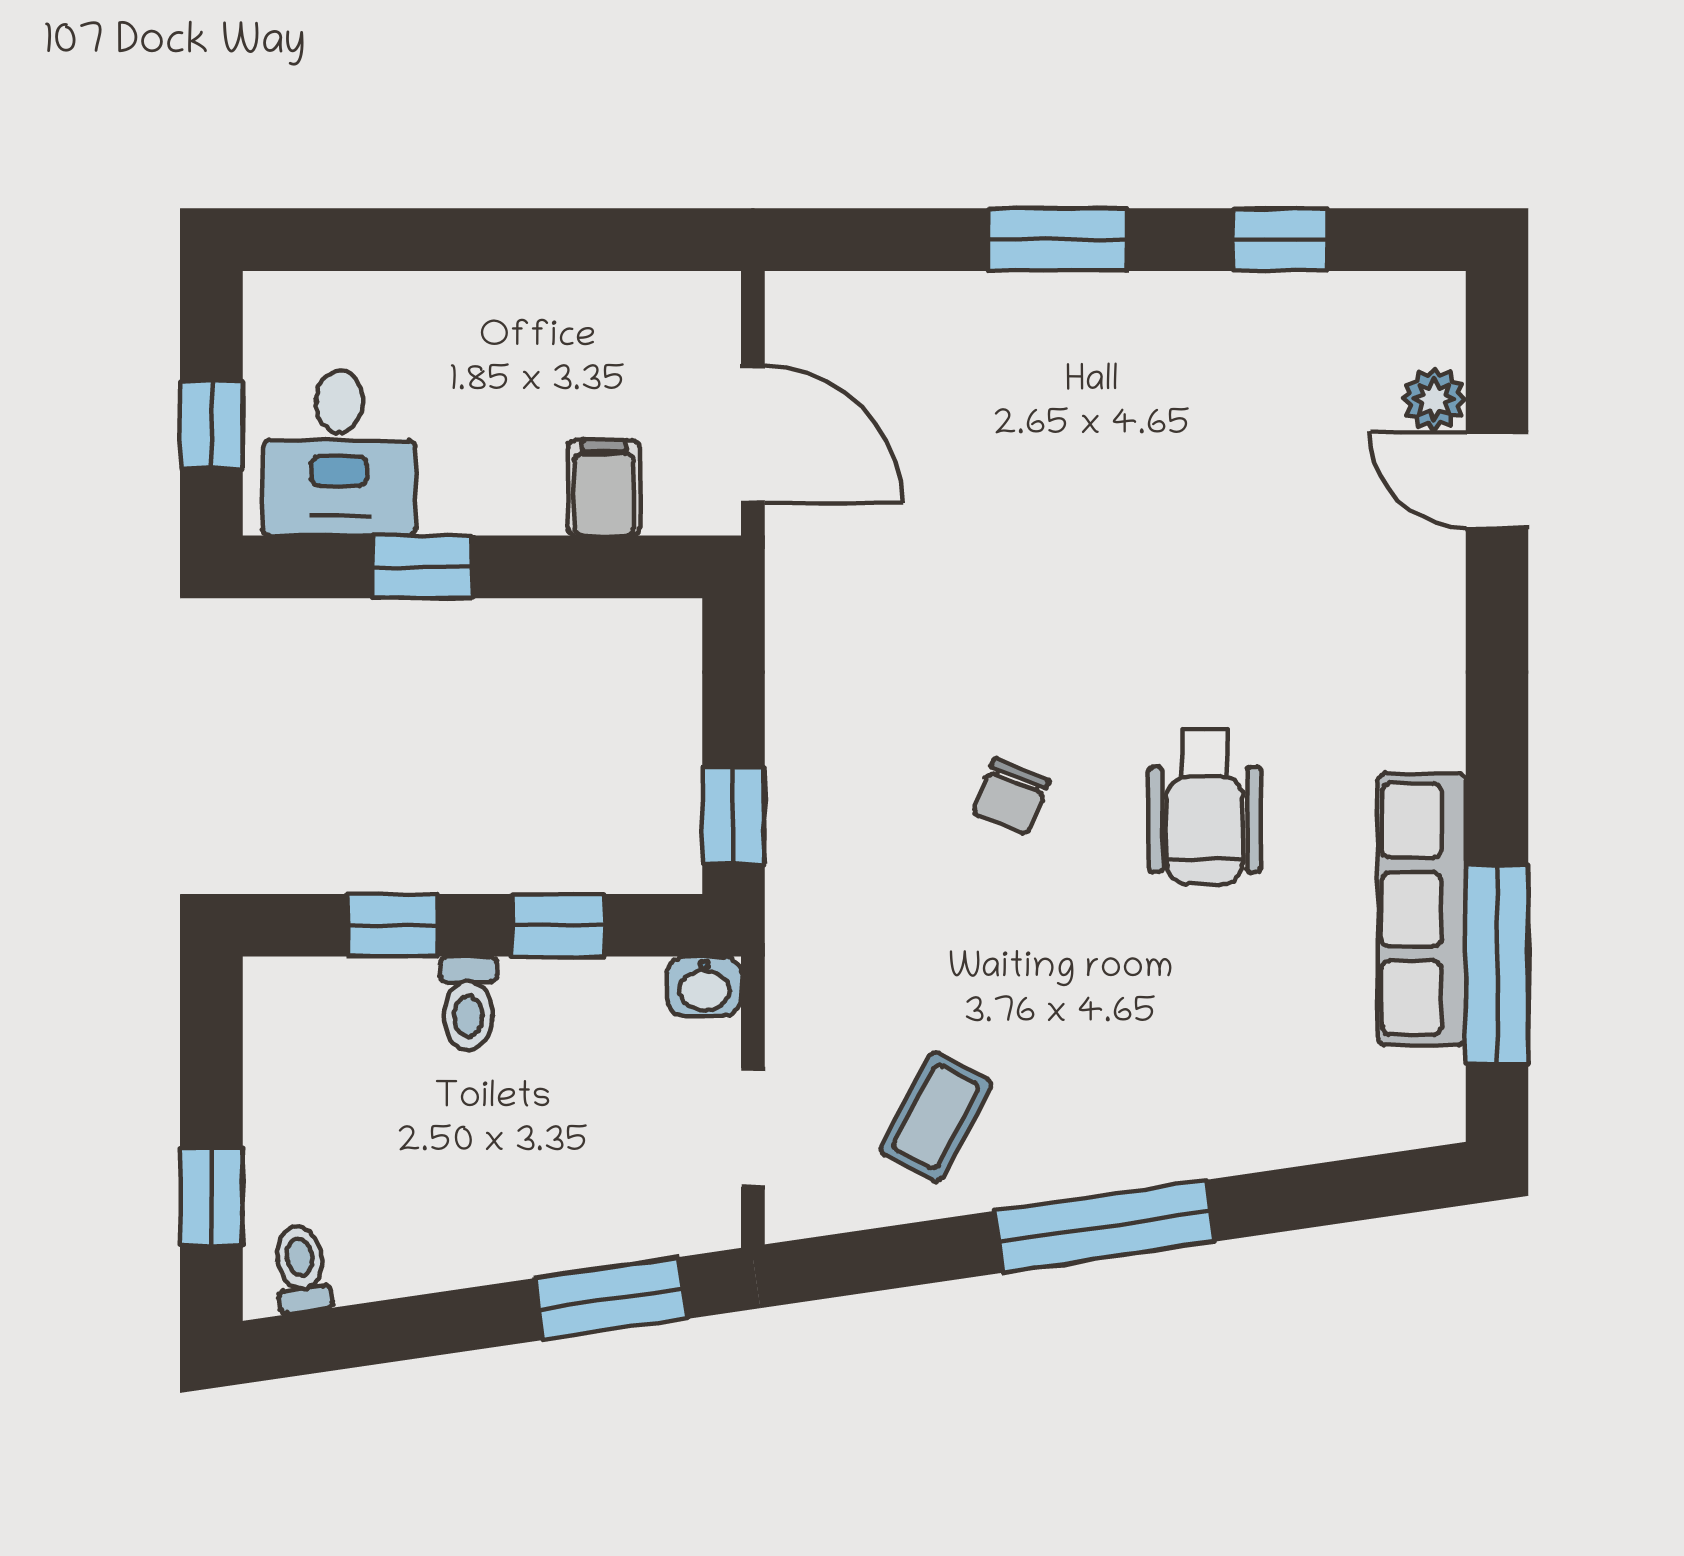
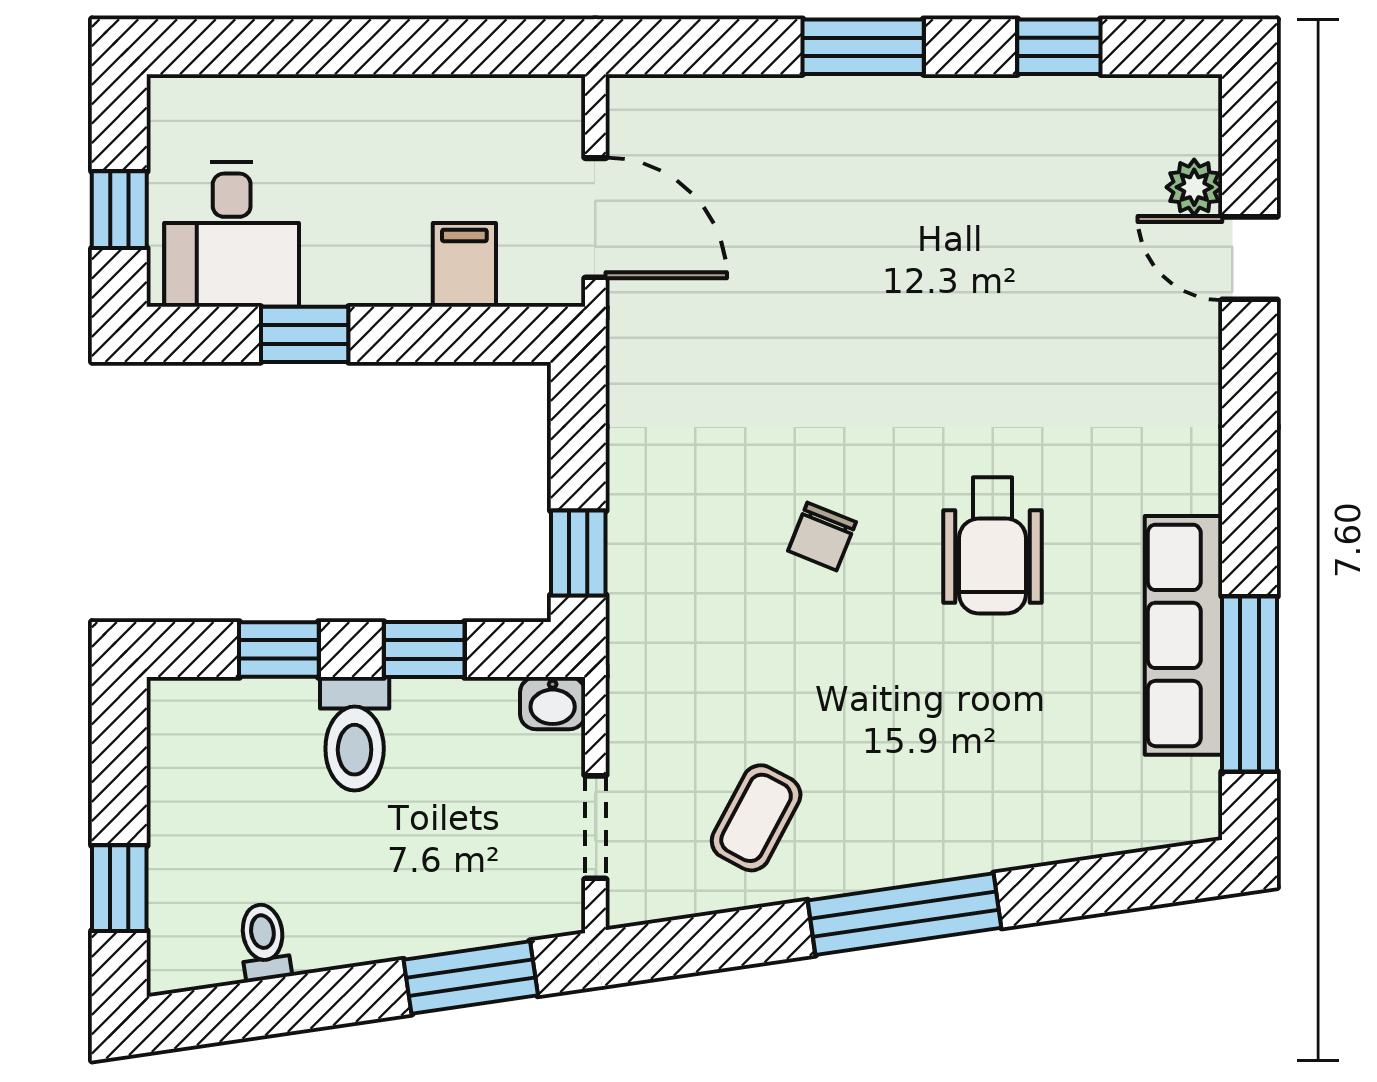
toilet: (468, 1003) -> (355, 734), width x1.37, depth x1.39
toilet: (301, 1269) -> (264, 942), moved

